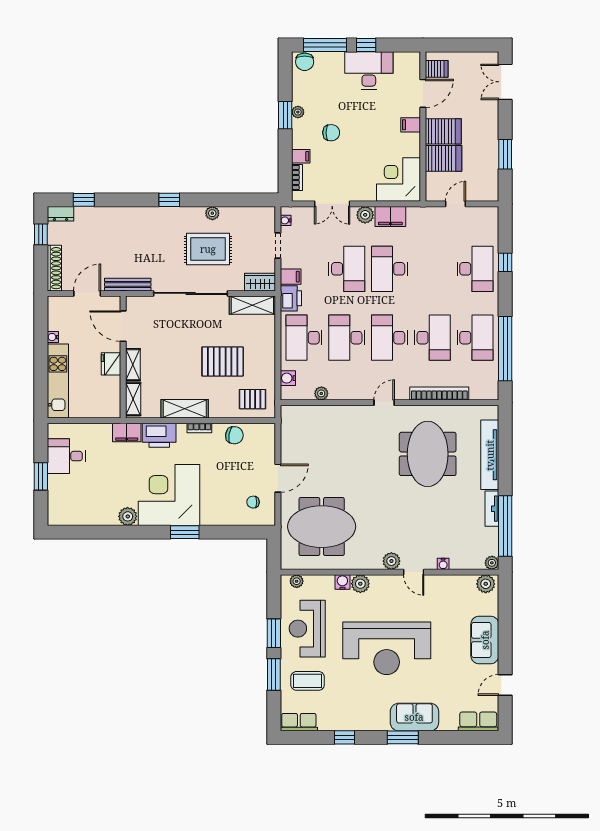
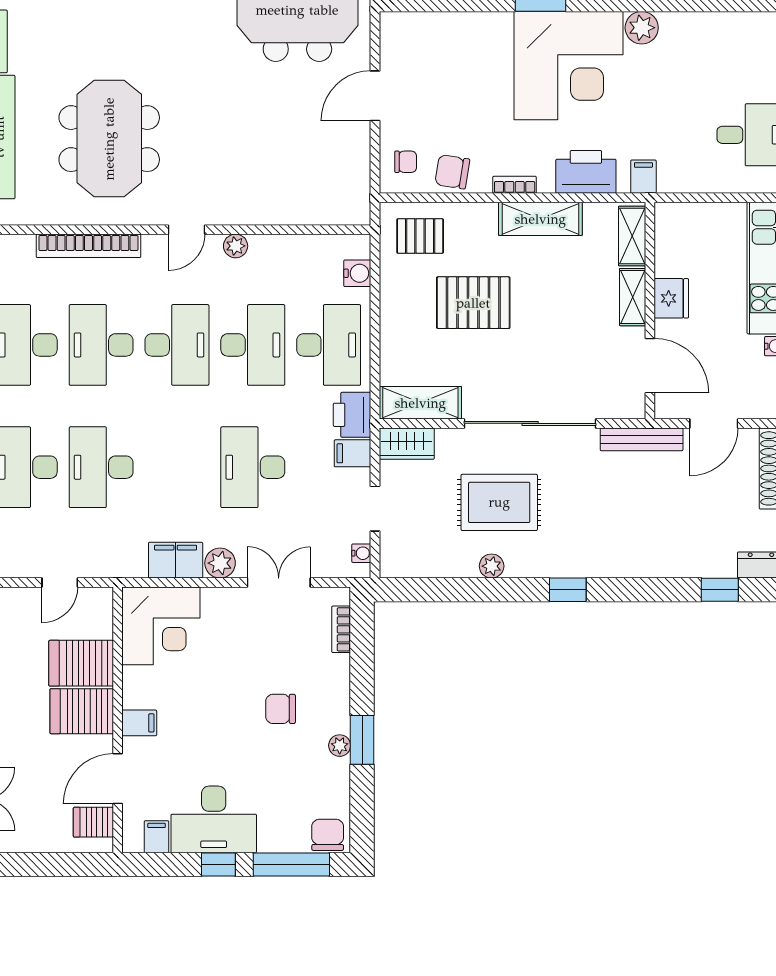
filing cabinet: (301, 156) -> (157, 837), moved, turned 90
desk: (390, 269) -> (101, 467), moved, turned 180
plant: (321, 393) -> (236, 246), moved
filing cabinet: (127, 432) -> (643, 177), width x0.50
chair: (253, 502) -> (406, 162), moved

